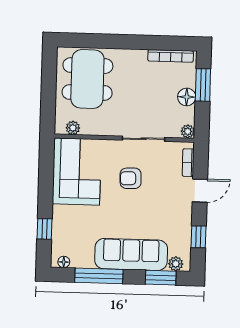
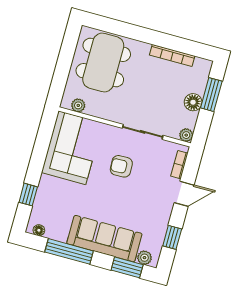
bookcase: (171, 56) -> (172, 56), moved

